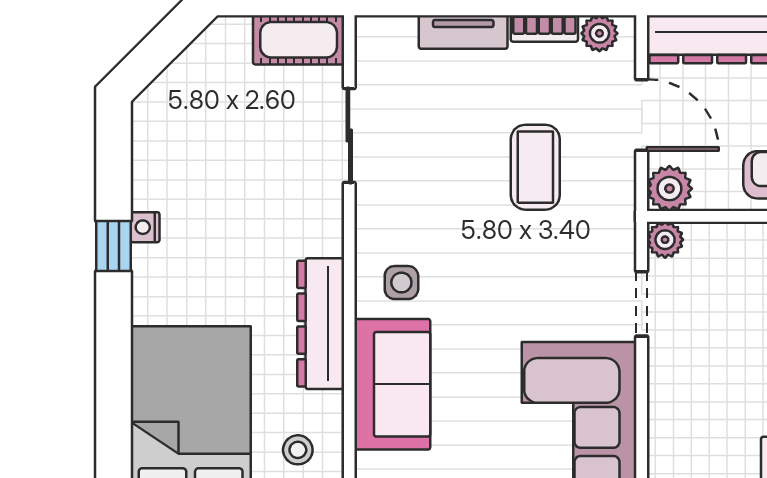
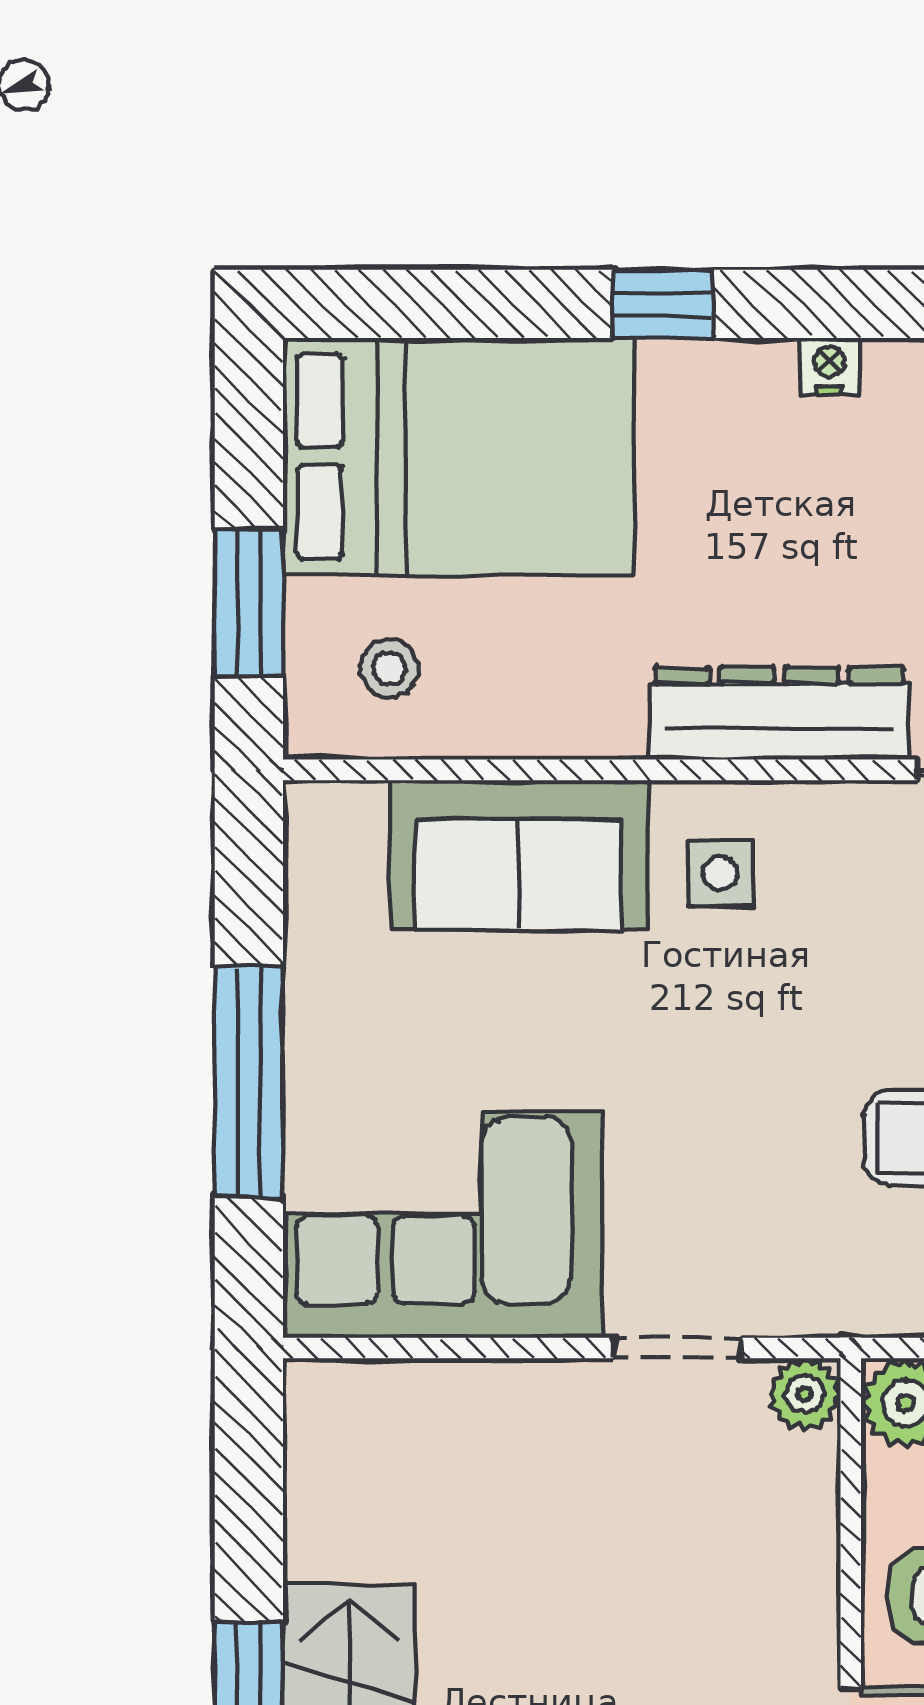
window: (114, 246) -> (662, 304), moved
dresser: (321, 324) -> (779, 713), moved

